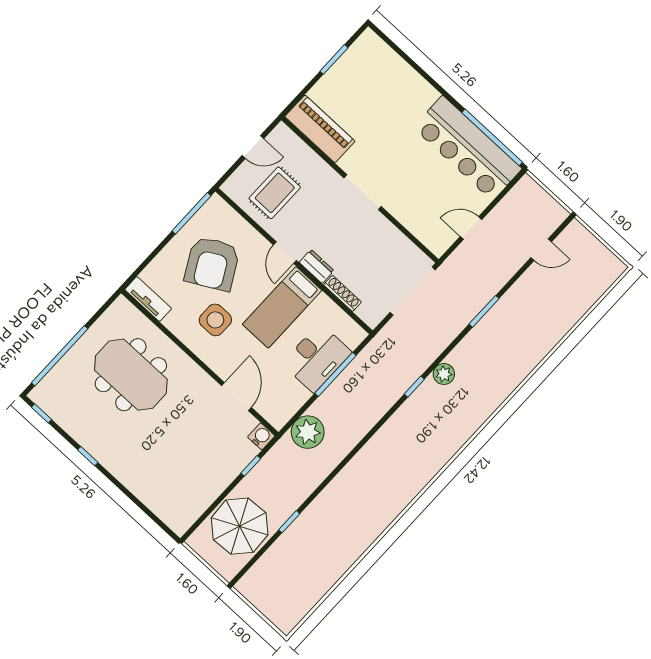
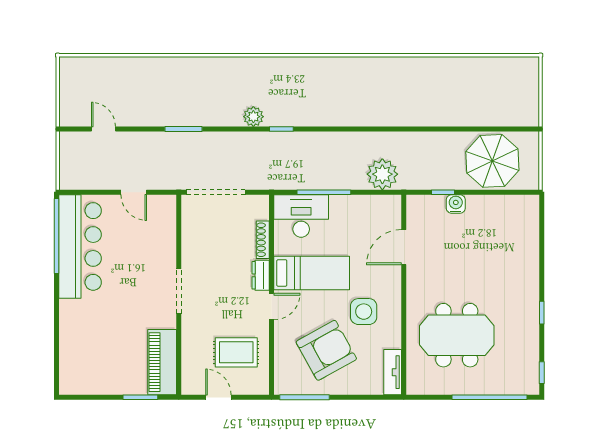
window: (334, 59) -> (140, 397), moved
desk: (317, 358) -> (301, 216), moved
meeting table: (131, 375) -> (457, 335), turned 90
water cooler: (261, 436) -> (456, 204), moved, turned 90
window: (289, 522) -> (457, 129), removed

